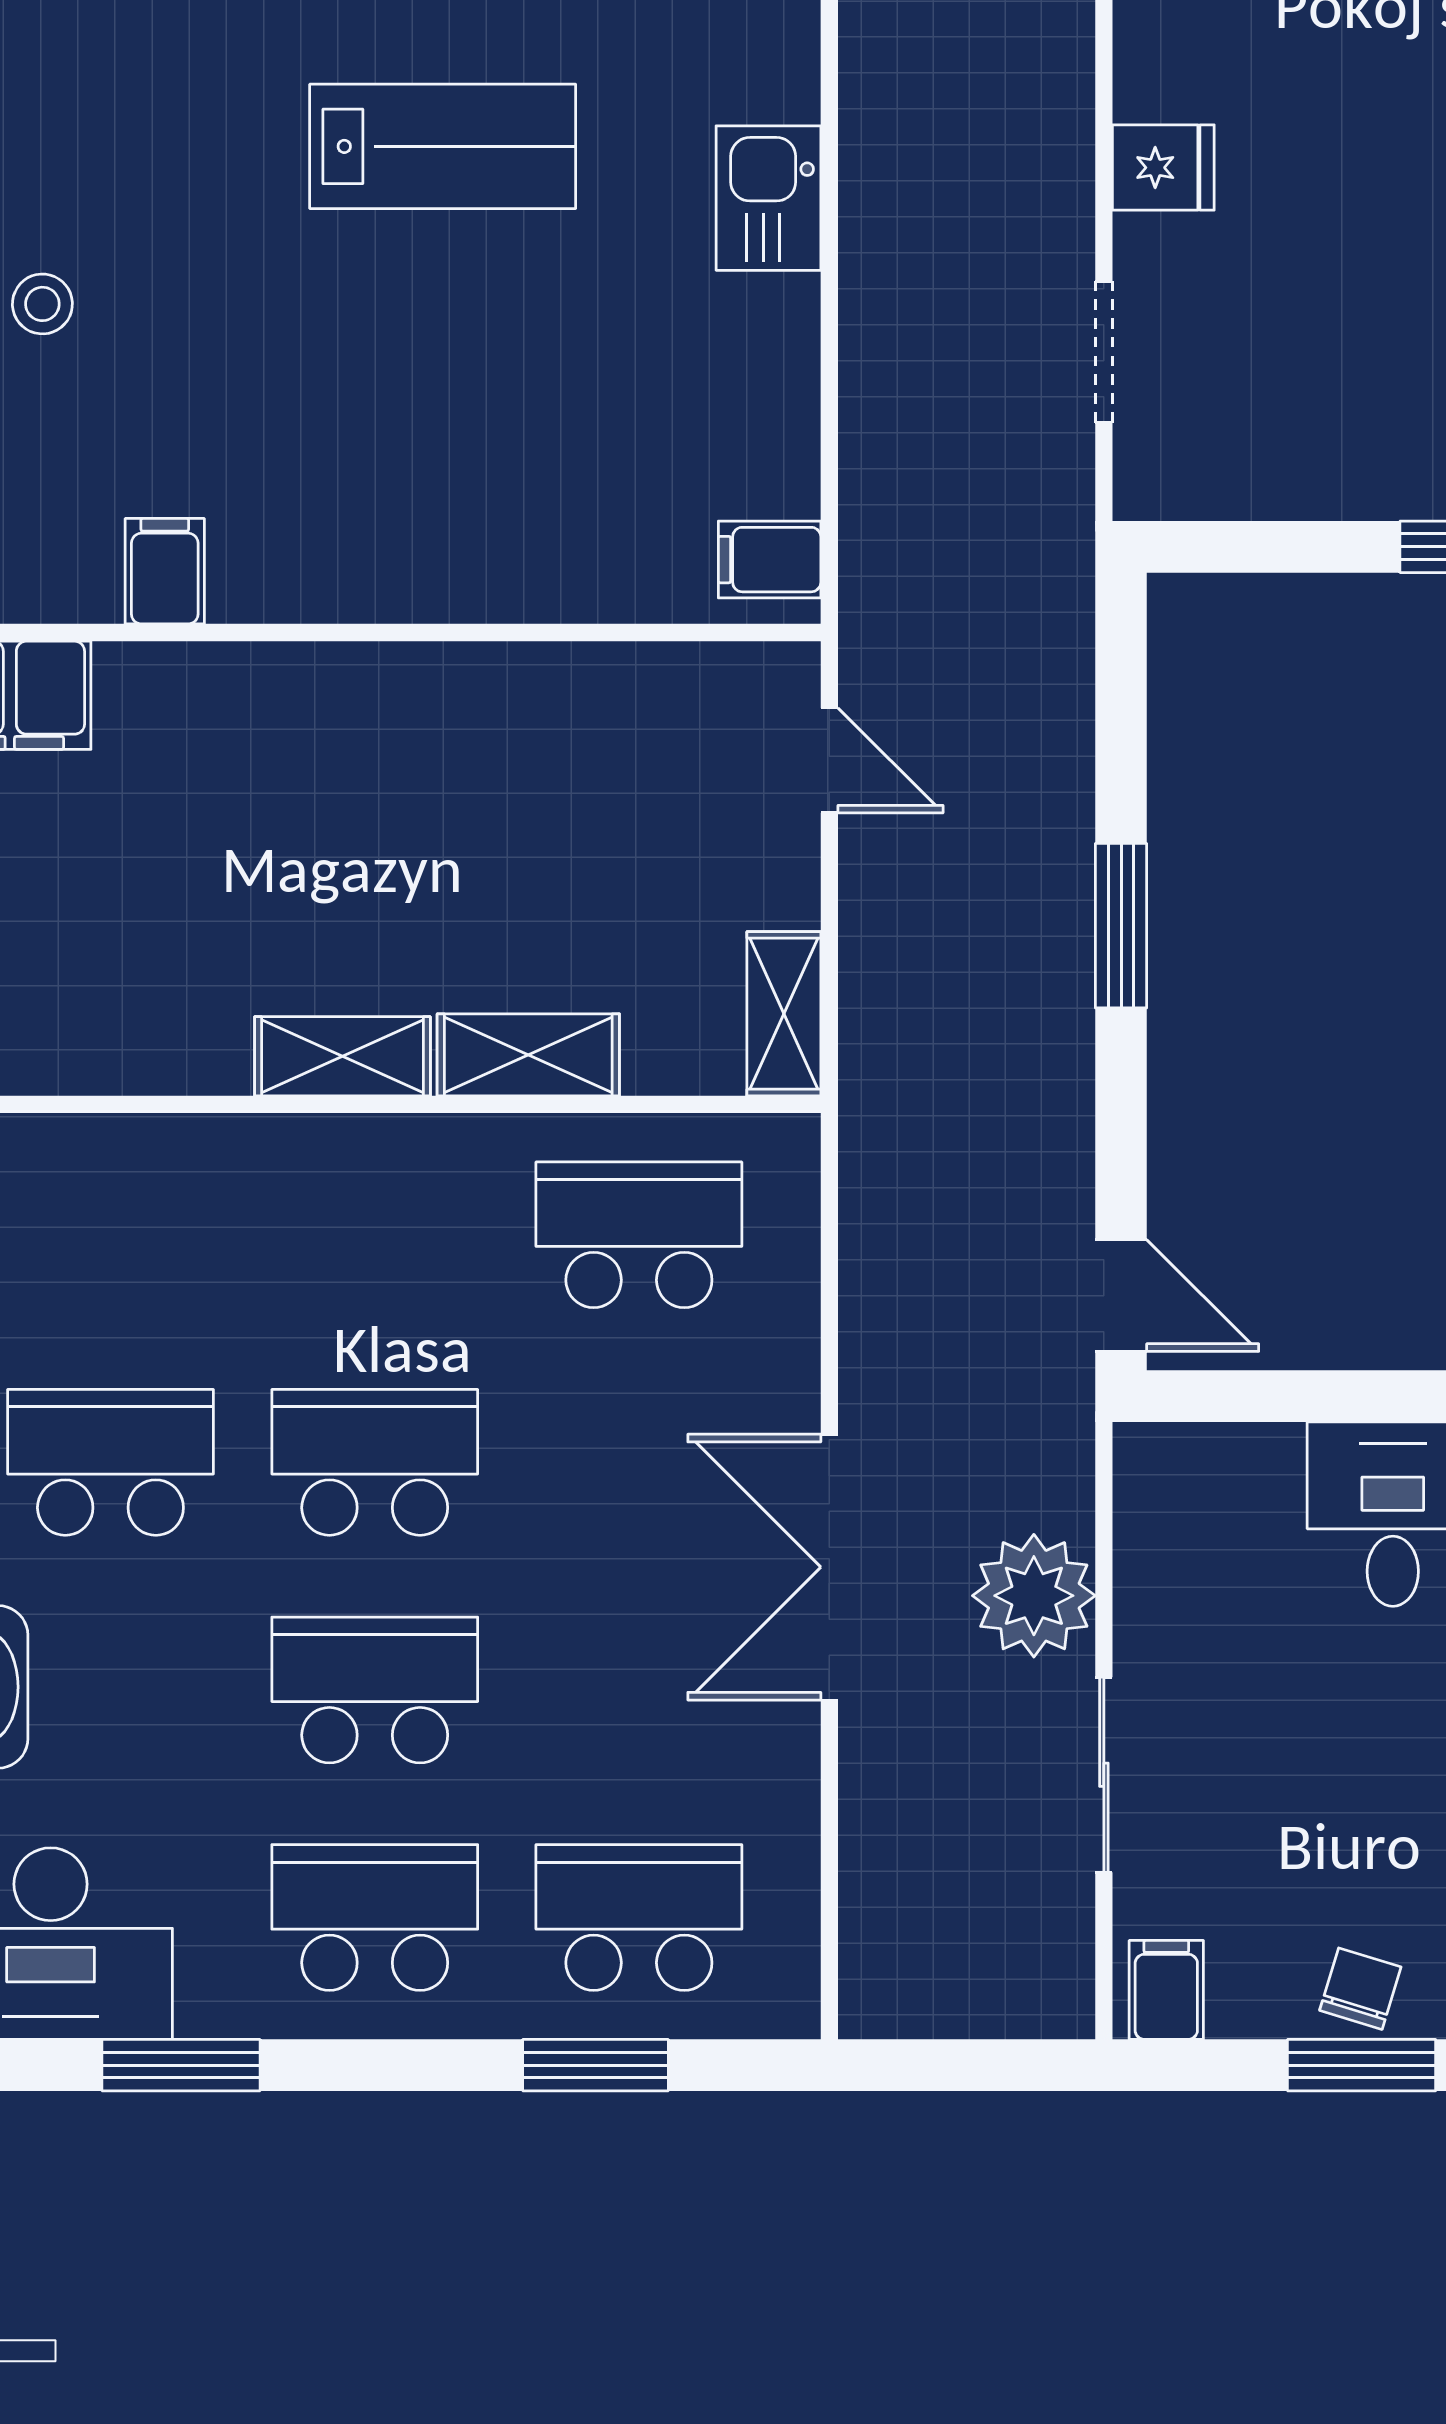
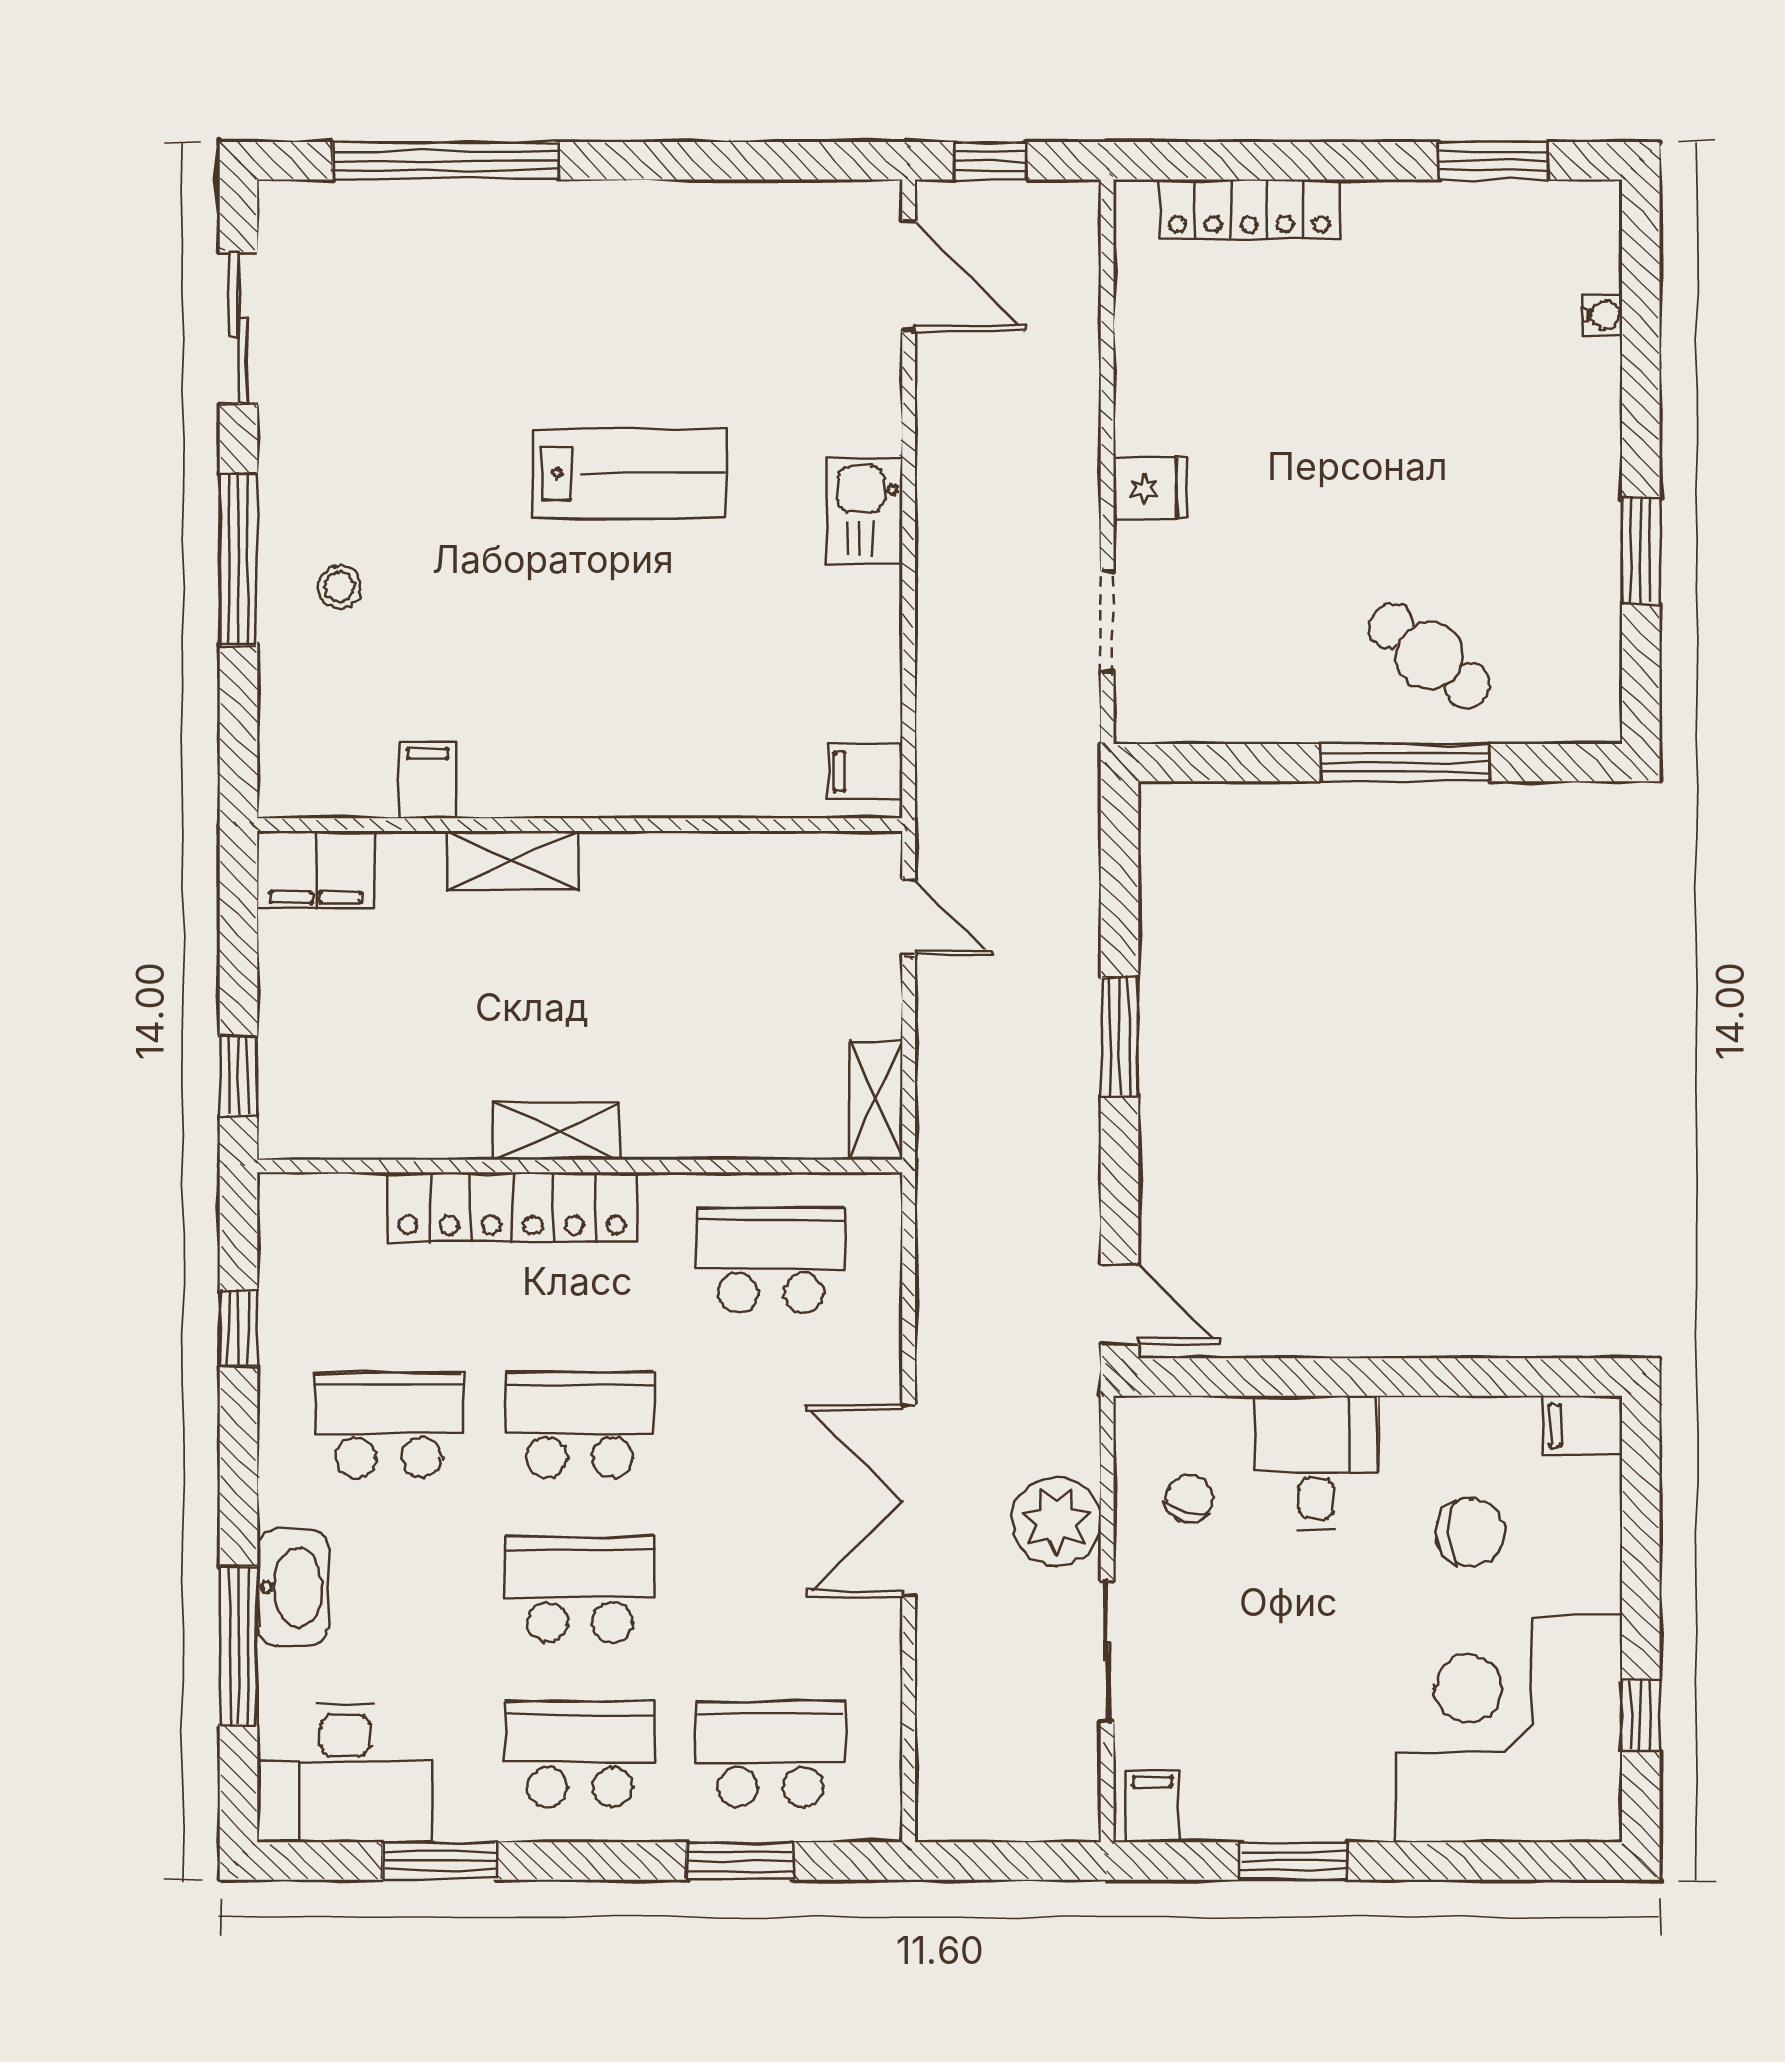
shelving: (528, 1055) -> (513, 861), moved
locker: (281, 1162) -> (512, 1207), added
chair: (1360, 1989) -> (1189, 1498), moved

